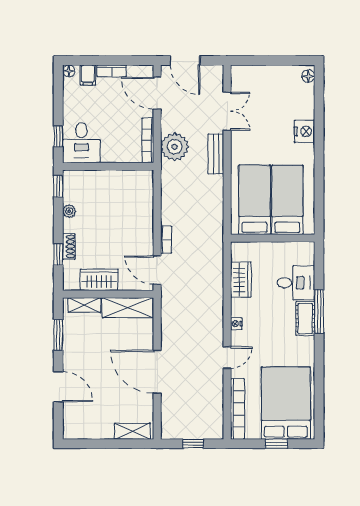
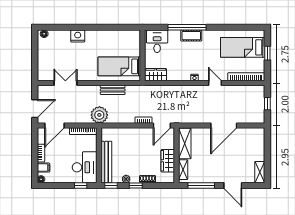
desk: (81, 143) -> (85, 167), width x1.37
plant: (175, 147) -> (99, 115), moved
bench: (216, 154) -> (113, 90), moved
bench: (97, 178) -> (106, 162), added
bed: (287, 200) -> (119, 47), removed
window: (58, 255) -> (136, 186), moved
wardrobe: (241, 280) -> (156, 75), moved
desk: (296, 283) -> (157, 41), moved
window: (319, 311) -> (187, 27), width x1.46
window: (58, 335) -> (201, 186), width x1.44
door: (58, 387) -> (233, 186), swing flipped
bed: (286, 403) -> (243, 47), width x0.67
shelving: (132, 431) -> (260, 172), moved

